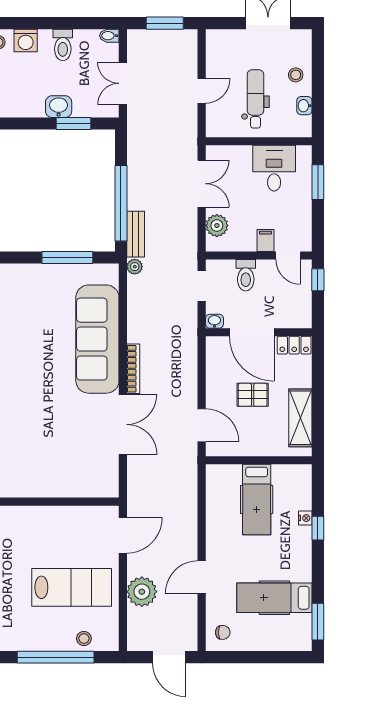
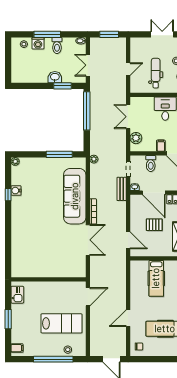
window: (44, 23) -> (47, 34), added
double door: (202, 184) -> (128, 117), swing flipped
window: (121, 203) -> (87, 111), moved
bench: (136, 234) -> (122, 189), moved
plant: (142, 592) -> (97, 326), removed

